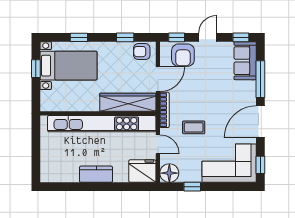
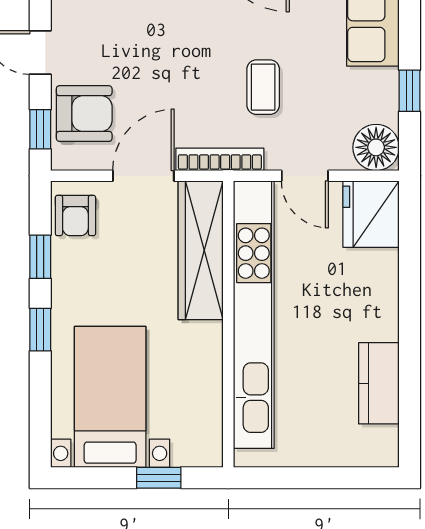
window: (79, 37) -> (40, 330), moved
window: (36, 69) -> (159, 478), moved
door: (158, 79) -> (143, 176), hinge flipped
door: (158, 144) -> (305, 176), swing flipped
kitchen counter: (96, 174) -> (379, 383), moved

